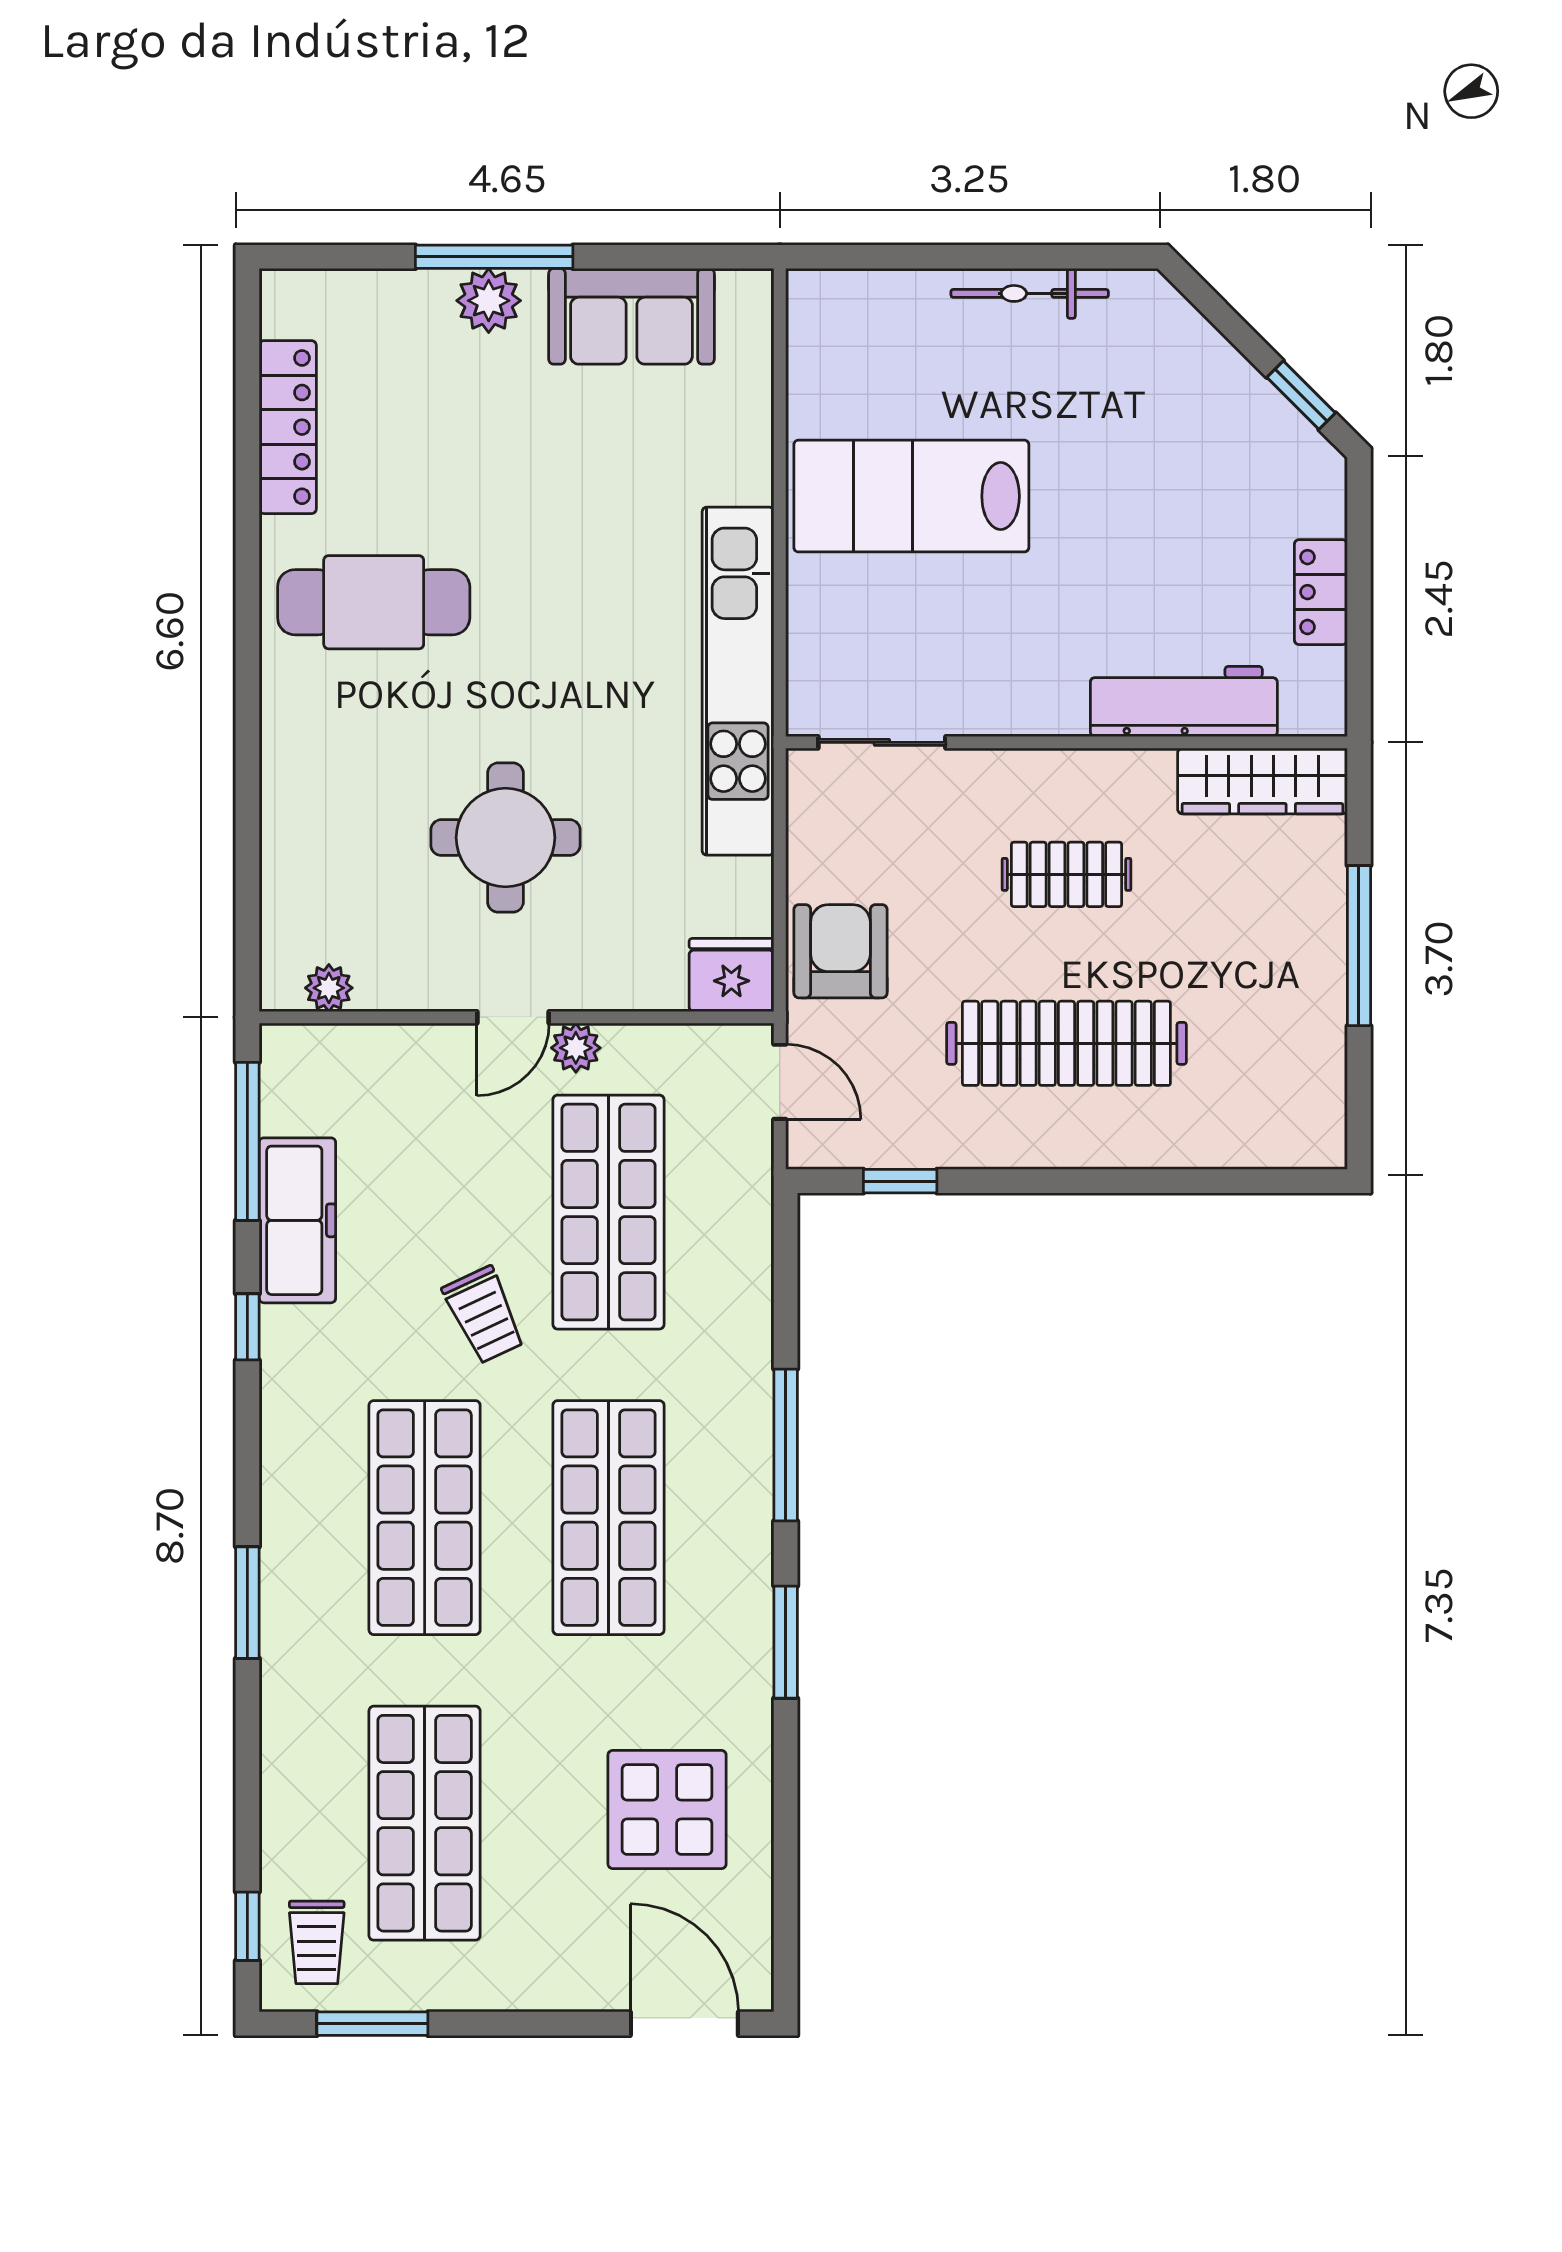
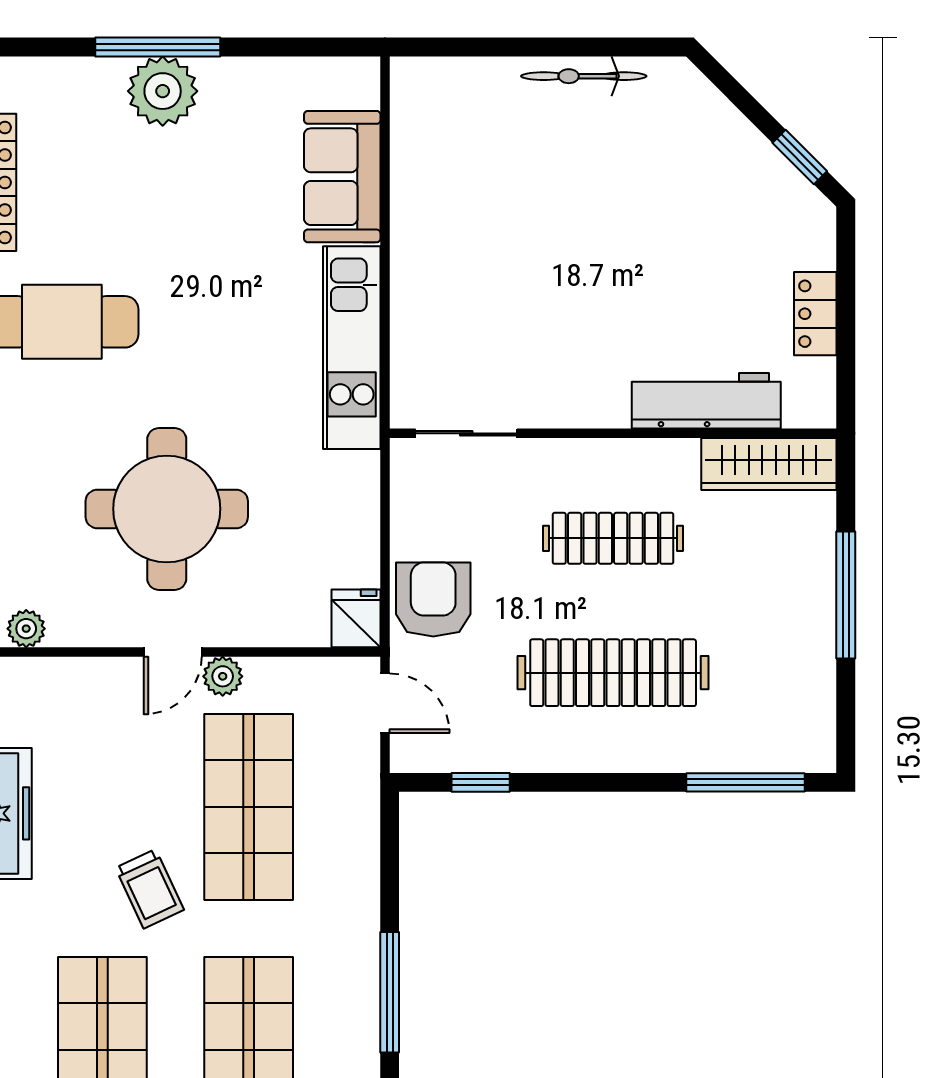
plant: (489, 301) -> (163, 91), width x1.36, depth x1.36
sofa: (631, 316) -> (342, 177), moved, turned 90
lab bench: (911, 496) -> (490, 237), removed
kitchen unit: (738, 681) -> (352, 348), width x0.73
round table: (505, 838) -> (167, 509), width x1.36, depth x1.36
clothes rail: (1066, 874) -> (613, 538), width x1.36
fridge: (731, 975) -> (356, 618), width x0.72
window: (1233, 1181) -> (745, 782), added

